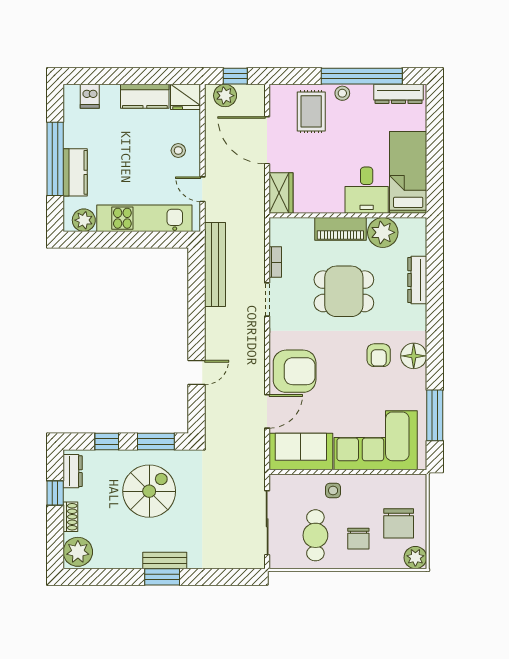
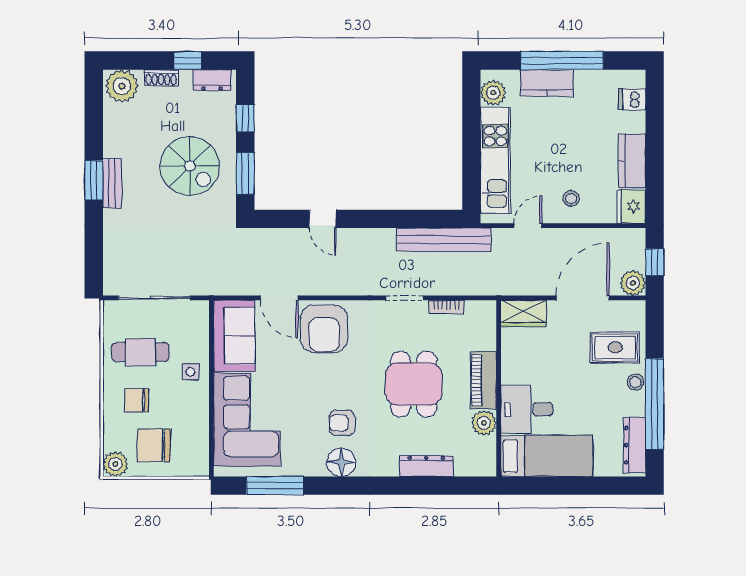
plant: (225, 96) -> (633, 283), moved
plant: (383, 232) -> (484, 423), width x0.73, depth x0.73

